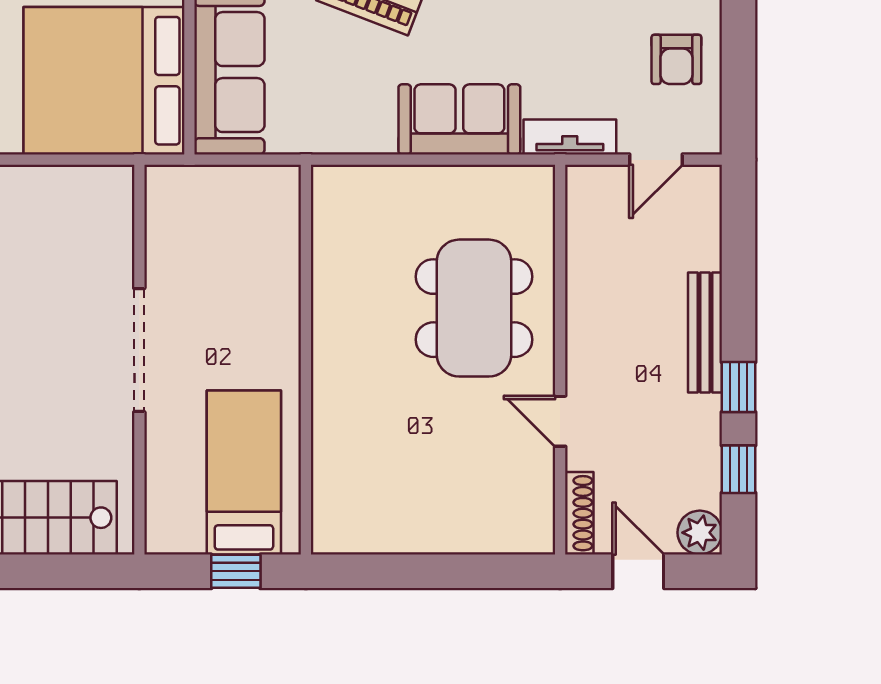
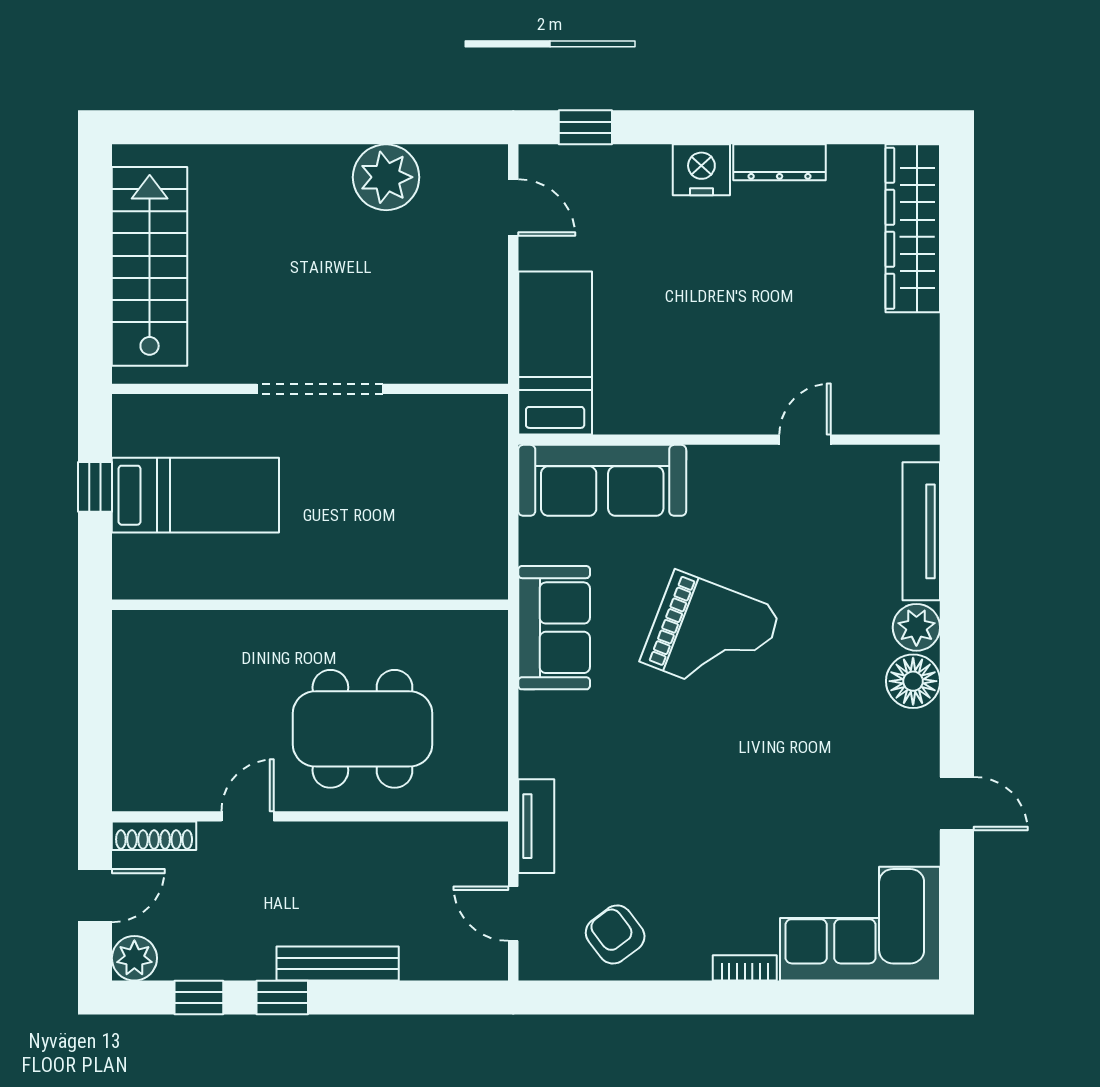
armchair: (676, 59) -> (615, 934), turned 53
bed: (104, 81) -> (555, 353), width x0.49
sofa: (459, 119) -> (554, 628), moved
wall: (306, 360) -> (310, 605), moved

